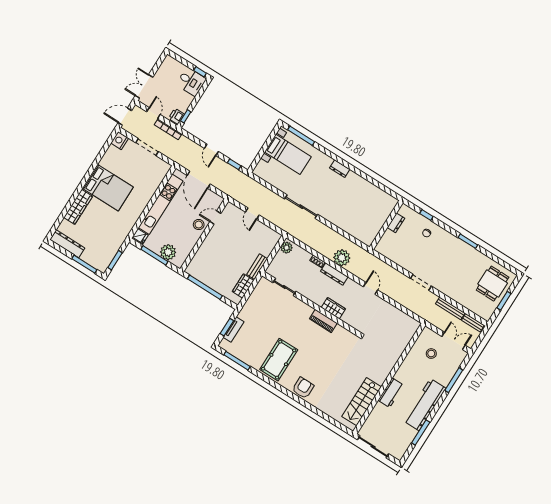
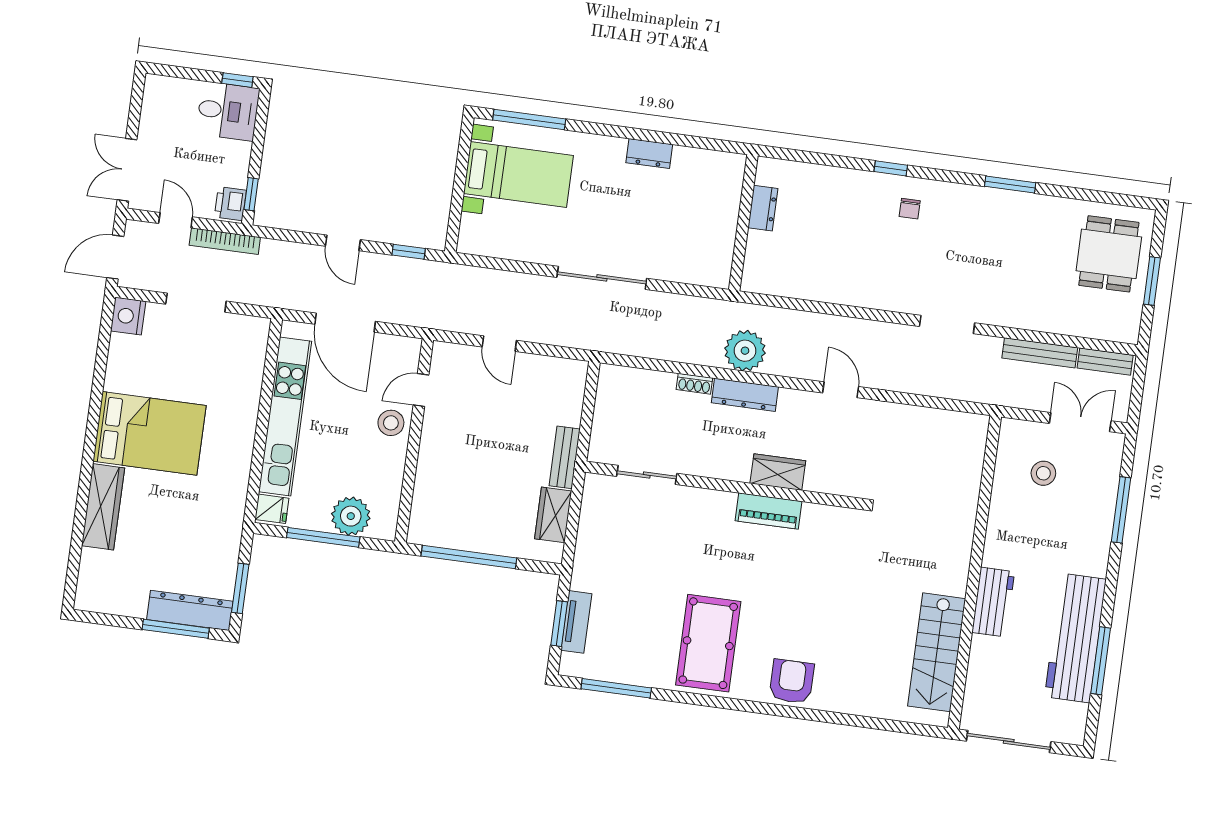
dresser: (396, 223) -> (763, 208), moved
wall: (386, 225) -> (743, 223), moved
dresser: (67, 244) -> (190, 610), moved
plant: (287, 248) -> (611, 385), removed
workbench: (425, 405) -> (1075, 638), moved

